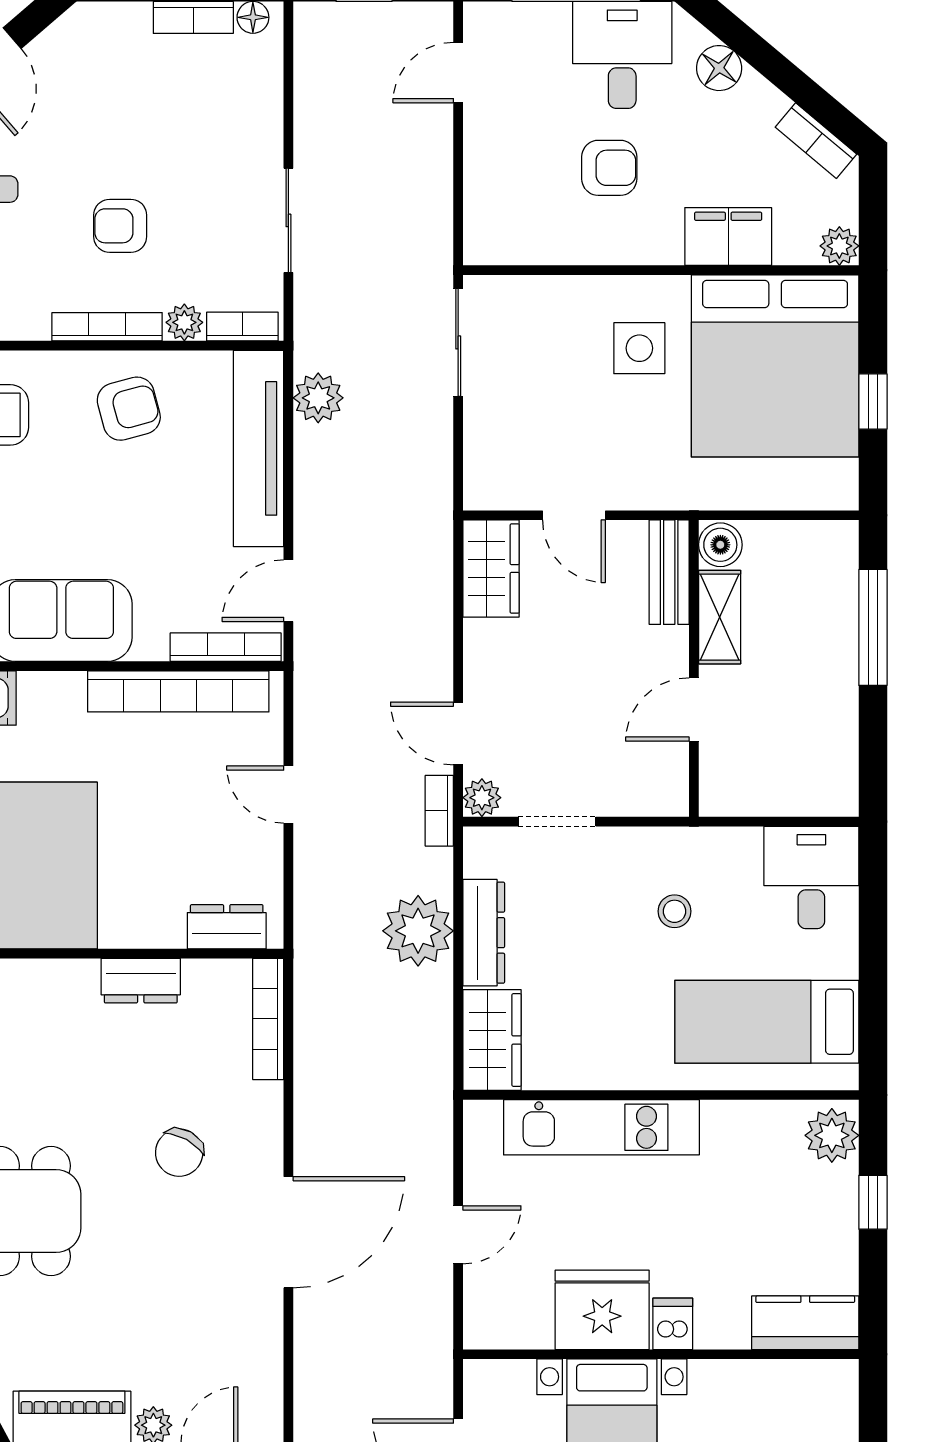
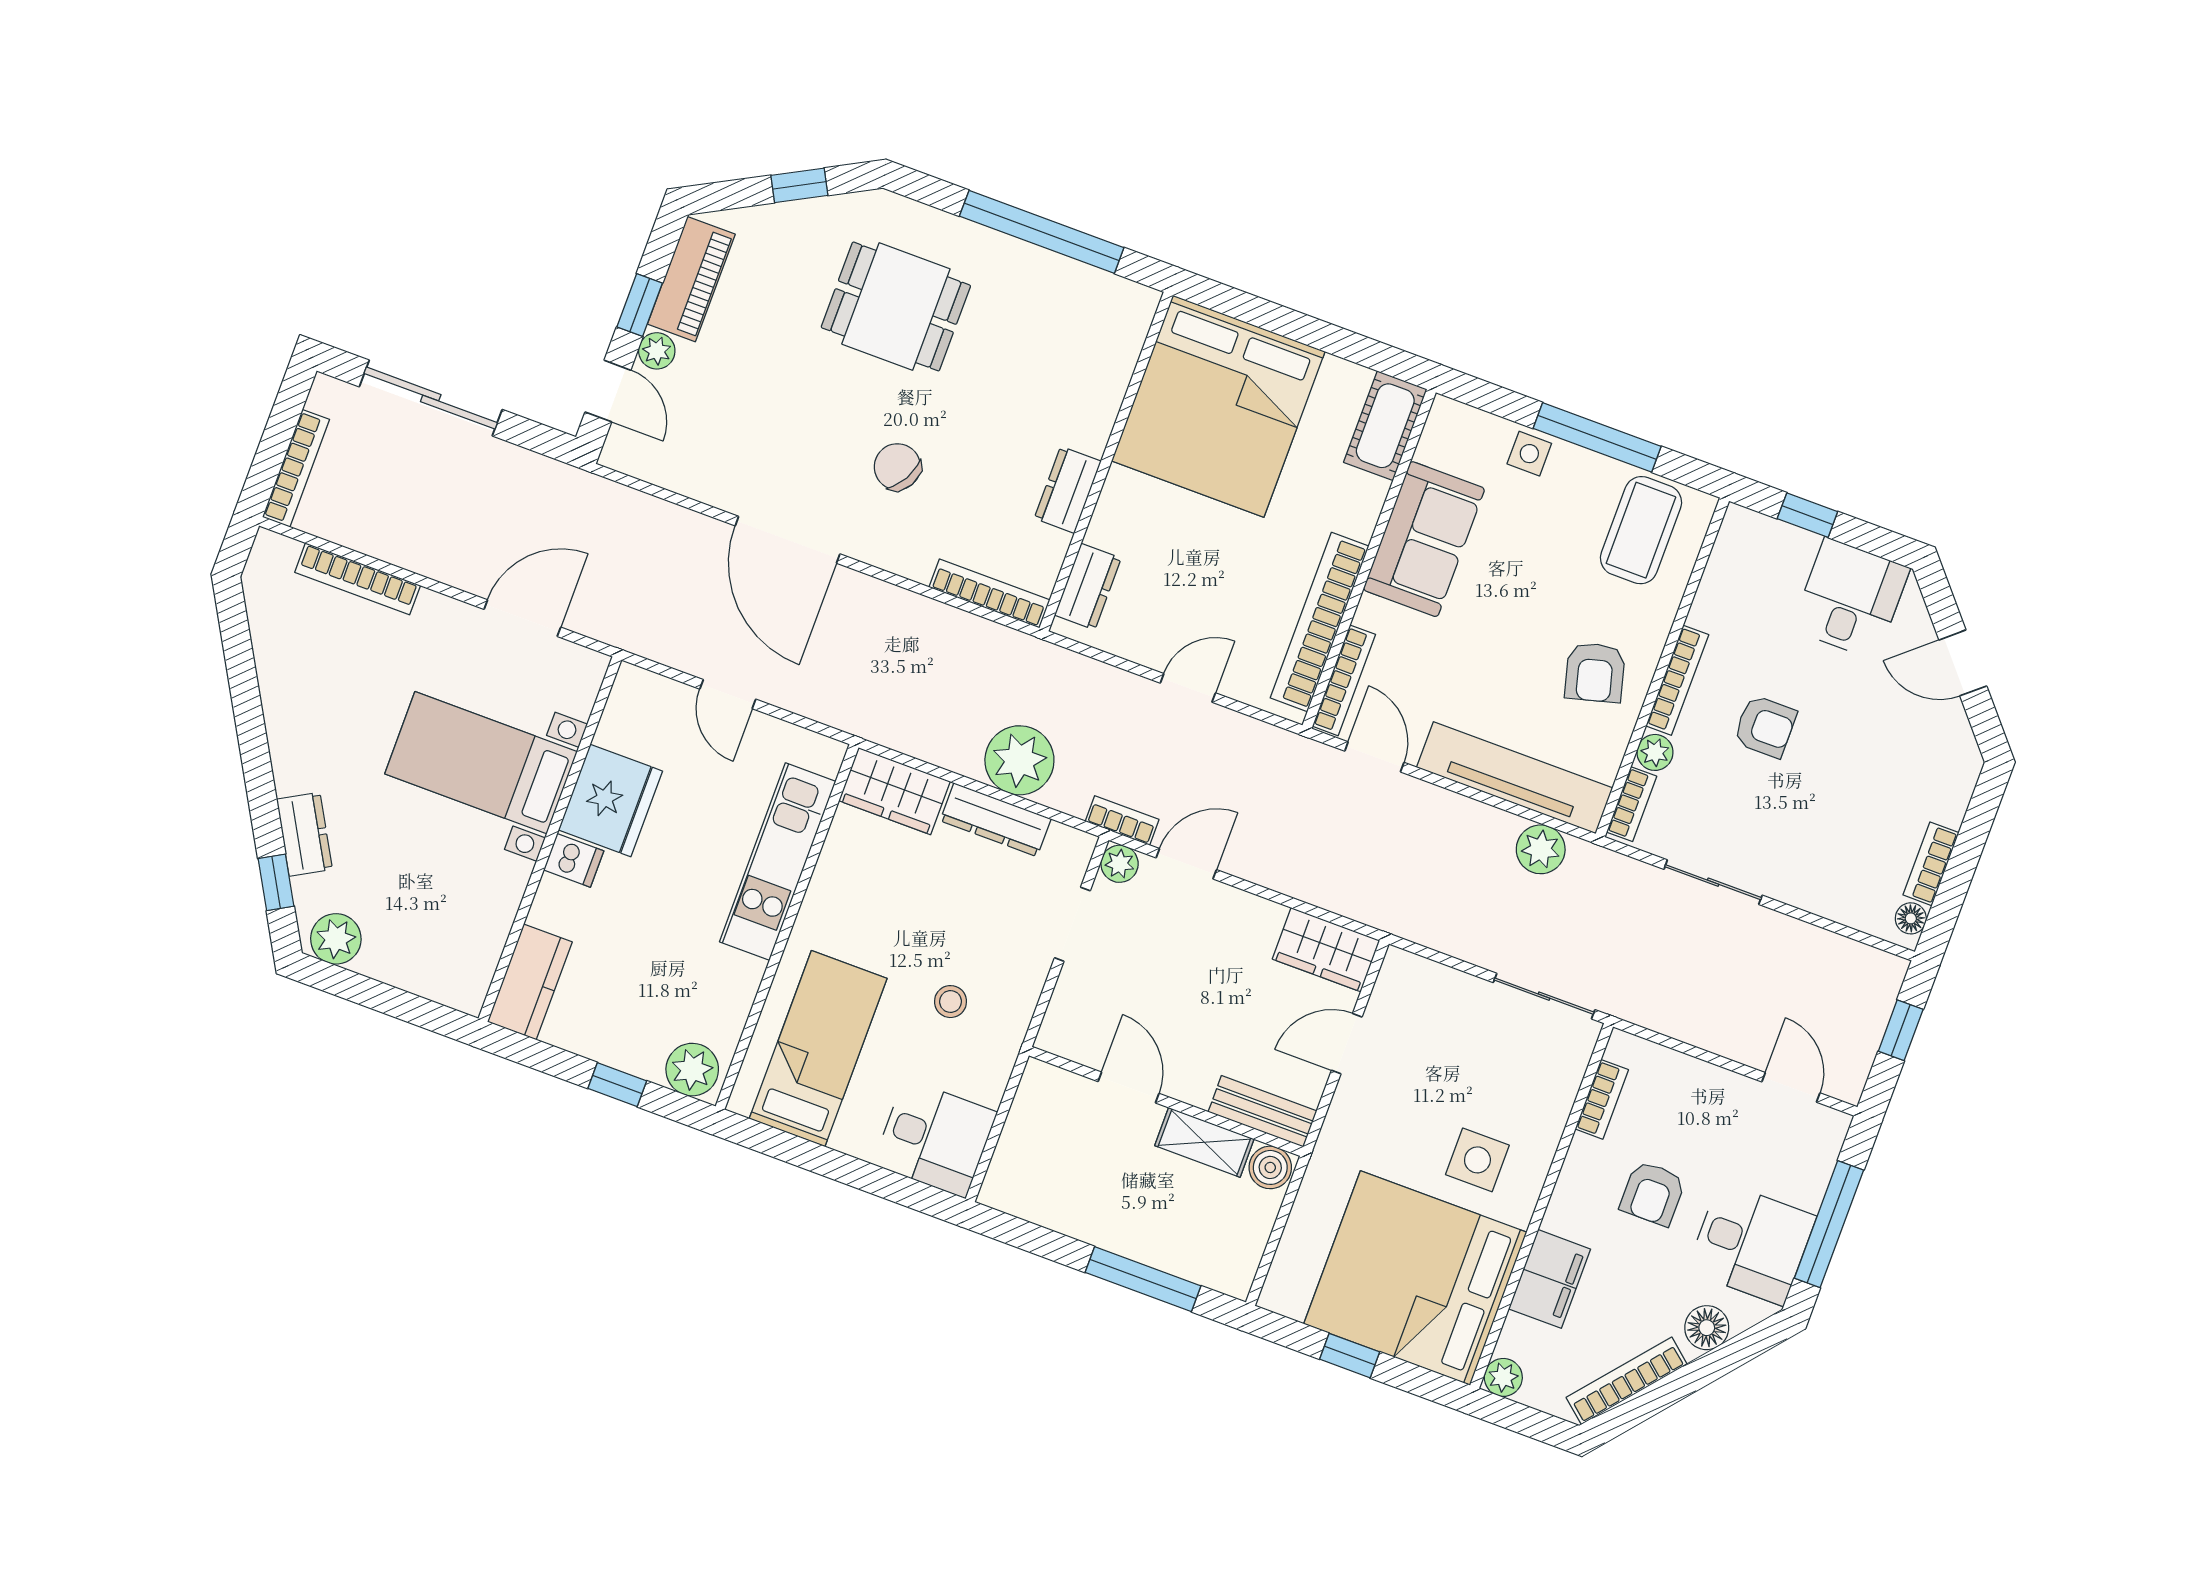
bookcase: (816, 141) -> (1627, 1381), width x1.56
armchair: (120, 226) -> (1765, 726), turned 90
bookcase: (537, 250) -> (1602, 1099), added

